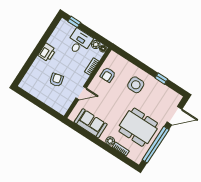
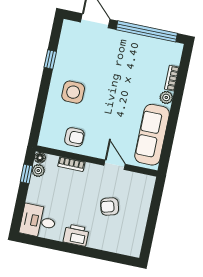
window: (74, 22) -> (26, 174), moved
desk: (79, 42) -> (38, 221), moved
sofa: (91, 123) -> (152, 135), width x1.36
dining table: (138, 127) -> (131, 66), removed

